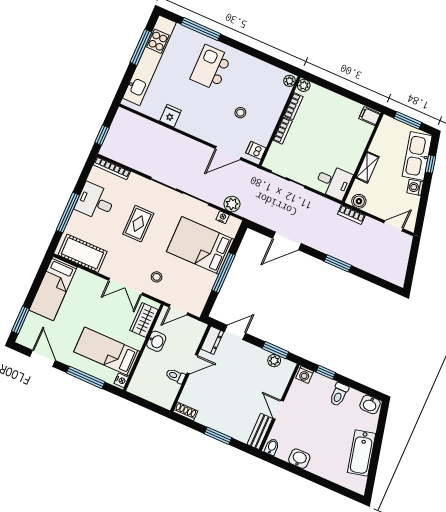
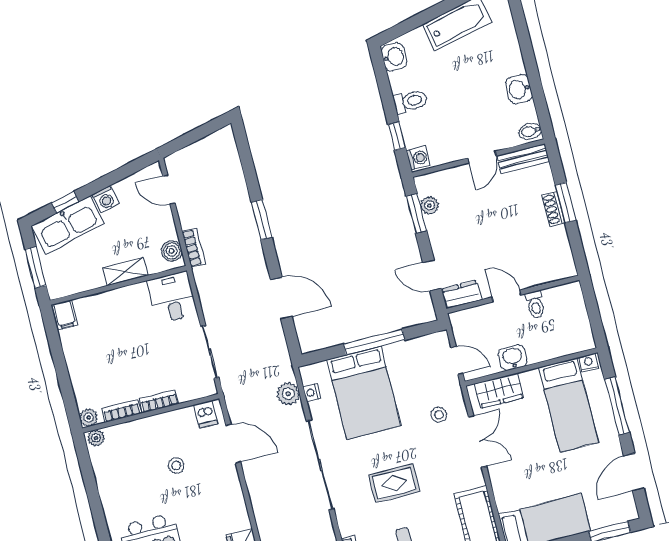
shoe rack: (185, 411) -> (553, 209), moved

